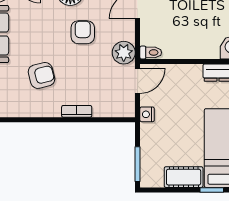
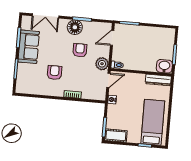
armchair: (41, 75) -> (55, 72), turned -76
cot: (184, 177) -> (116, 136), moved

